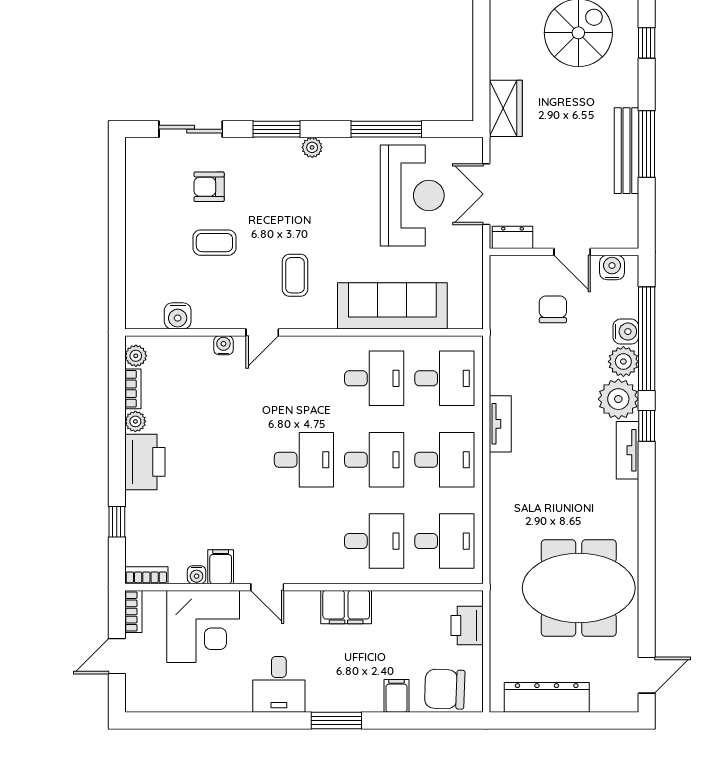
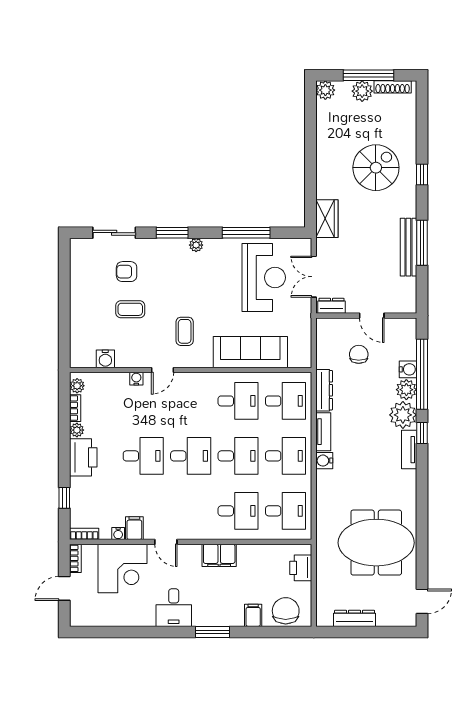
water cooler: (612, 268) -> (324, 461), moved, turned -90
dresser: (502, 362) -> (324, 390), added
desk: (234, 460) -> (143, 456), added
chair: (445, 689) -> (286, 611), turned 88
dresser: (547, 697) -> (355, 618), width x0.73, depth x0.80

